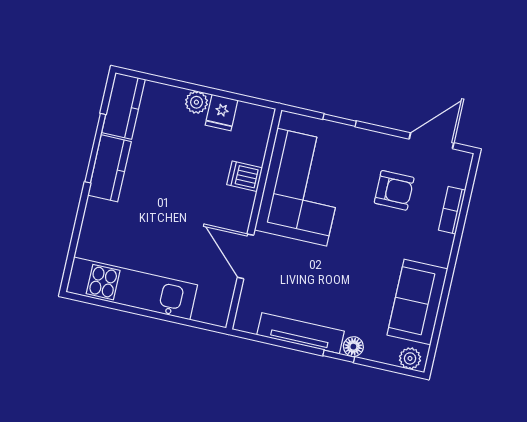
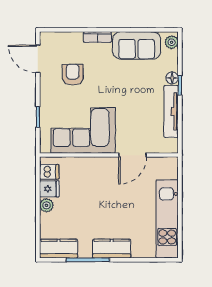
kitchen counter: (109, 168) -> (112, 249), moved
dishwasher: (245, 176) -> (49, 172), moved, turned -90
bookcase: (452, 210) -> (97, 37), moved

